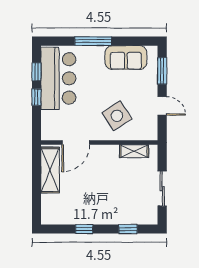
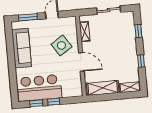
window: (93, 41) -> (12, 66), removed
sofa: (126, 58) -> (22, 48), width x1.36
door: (76, 142) -> (81, 62), moved
shelving: (48, 209) -> (130, 87), added

